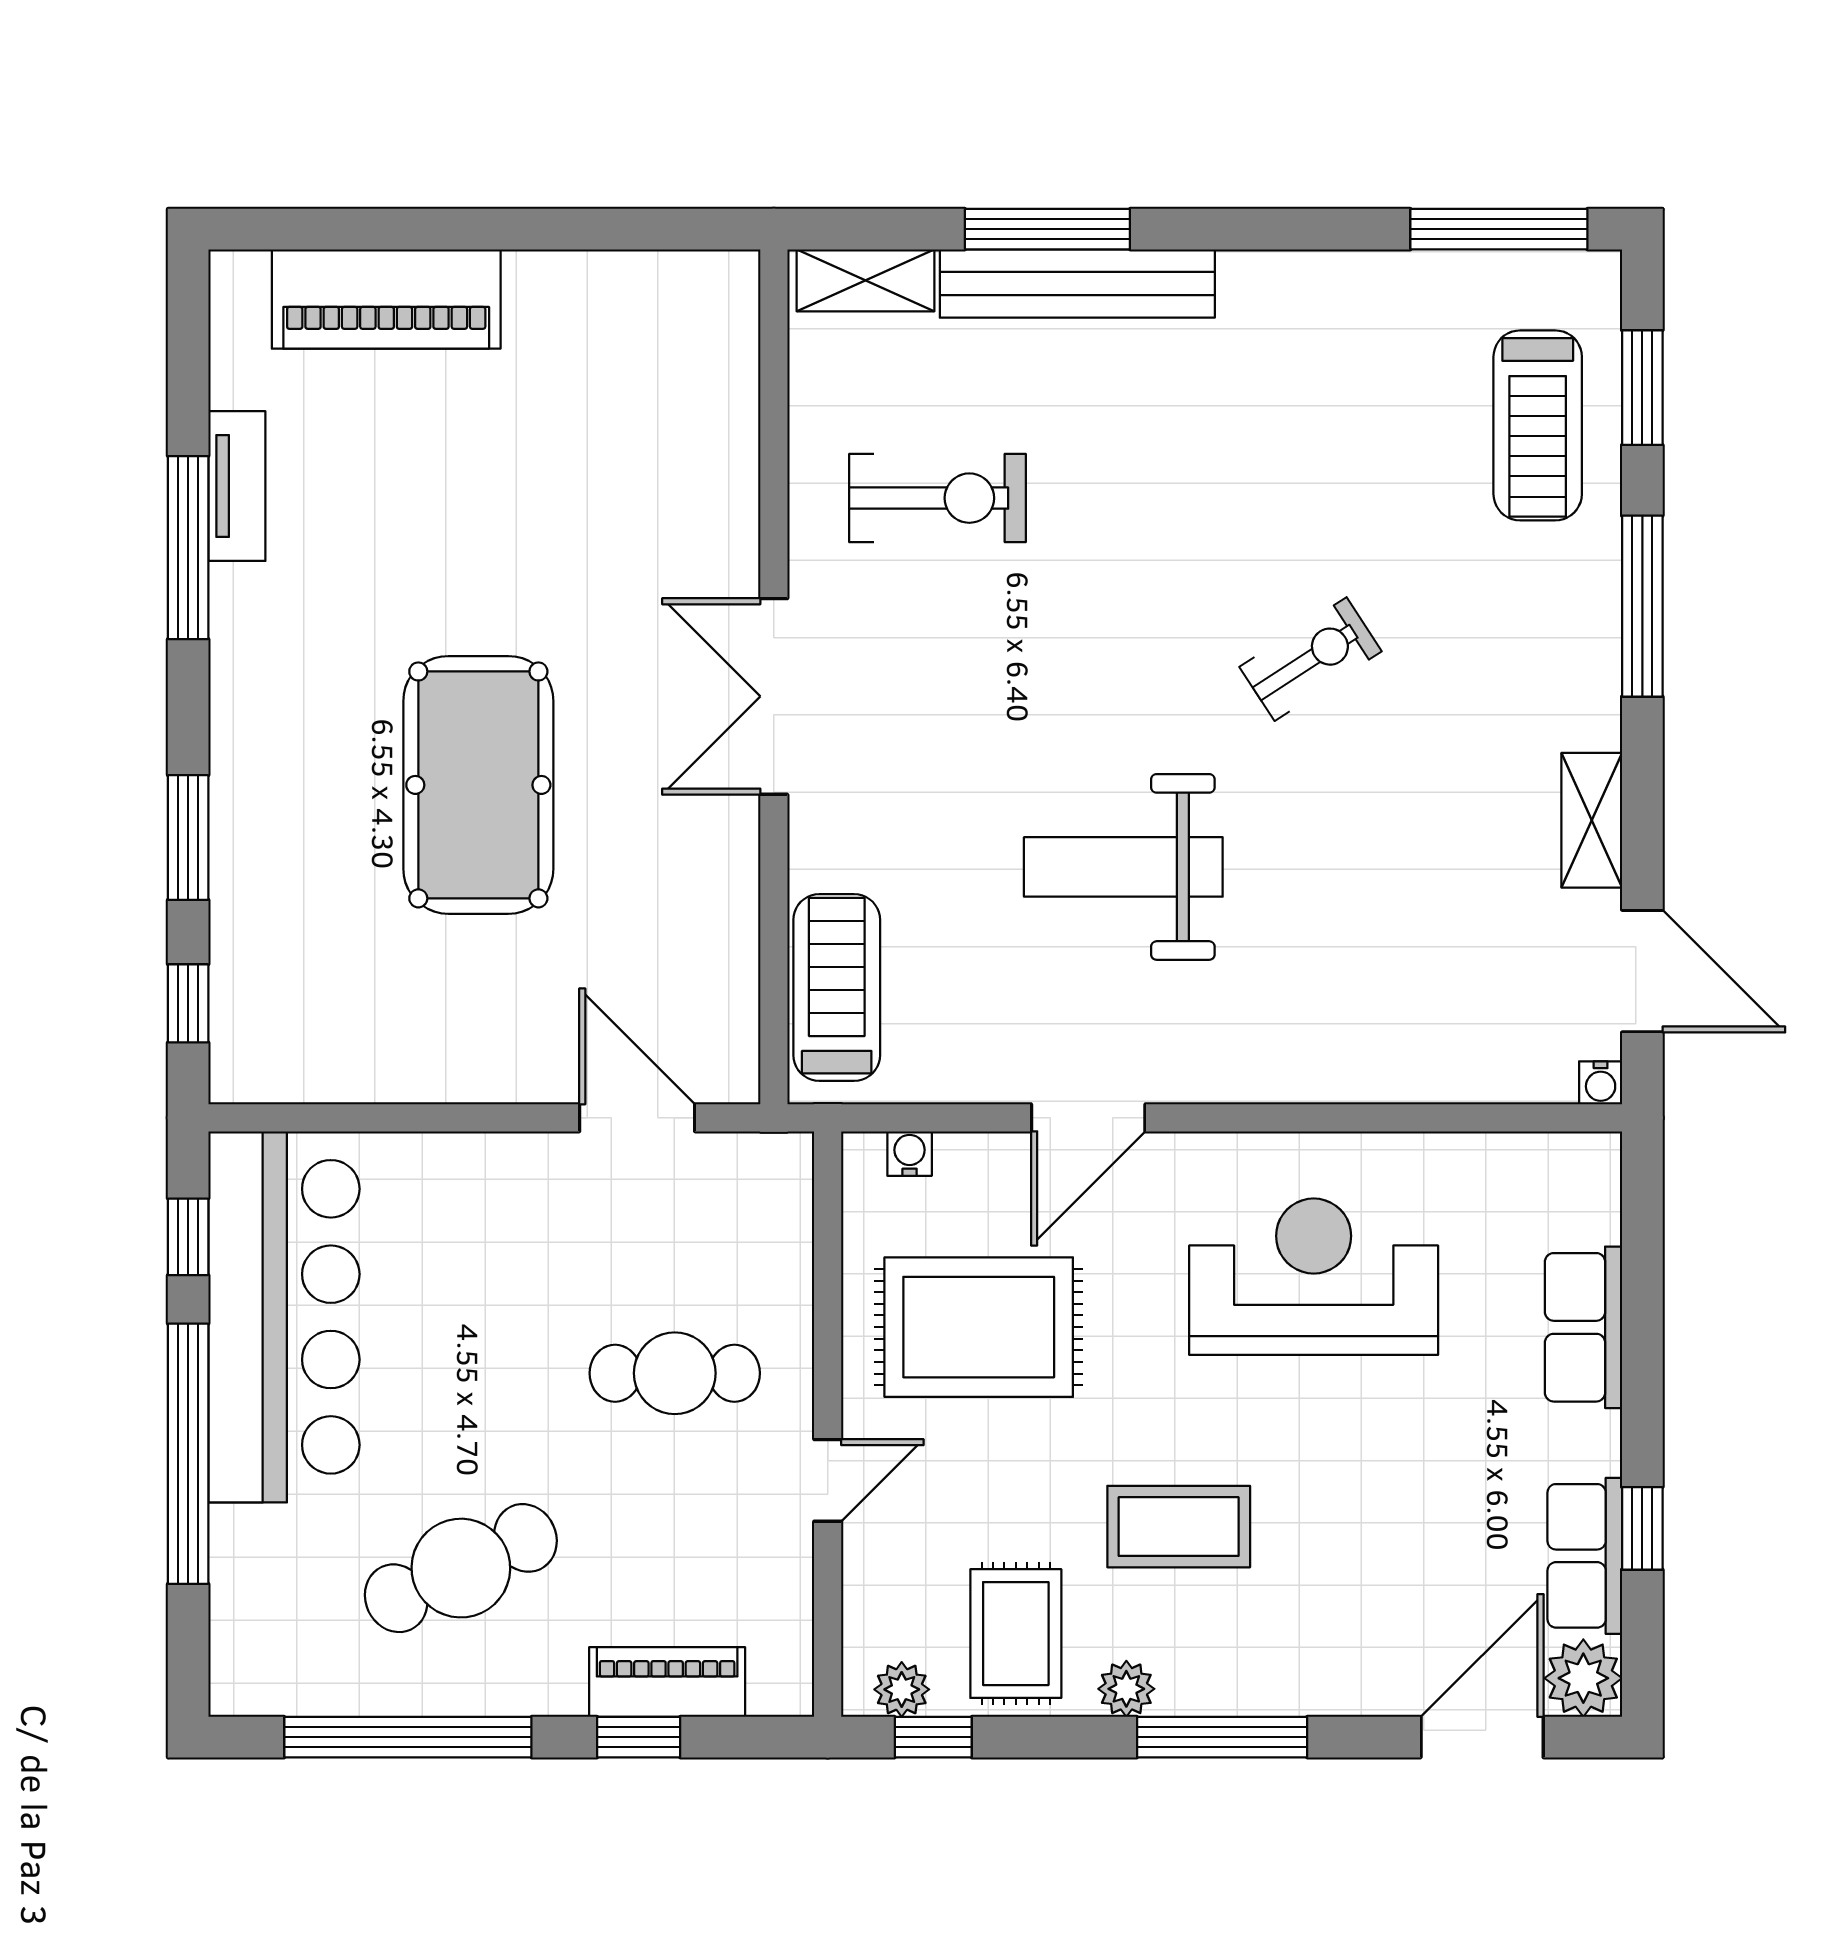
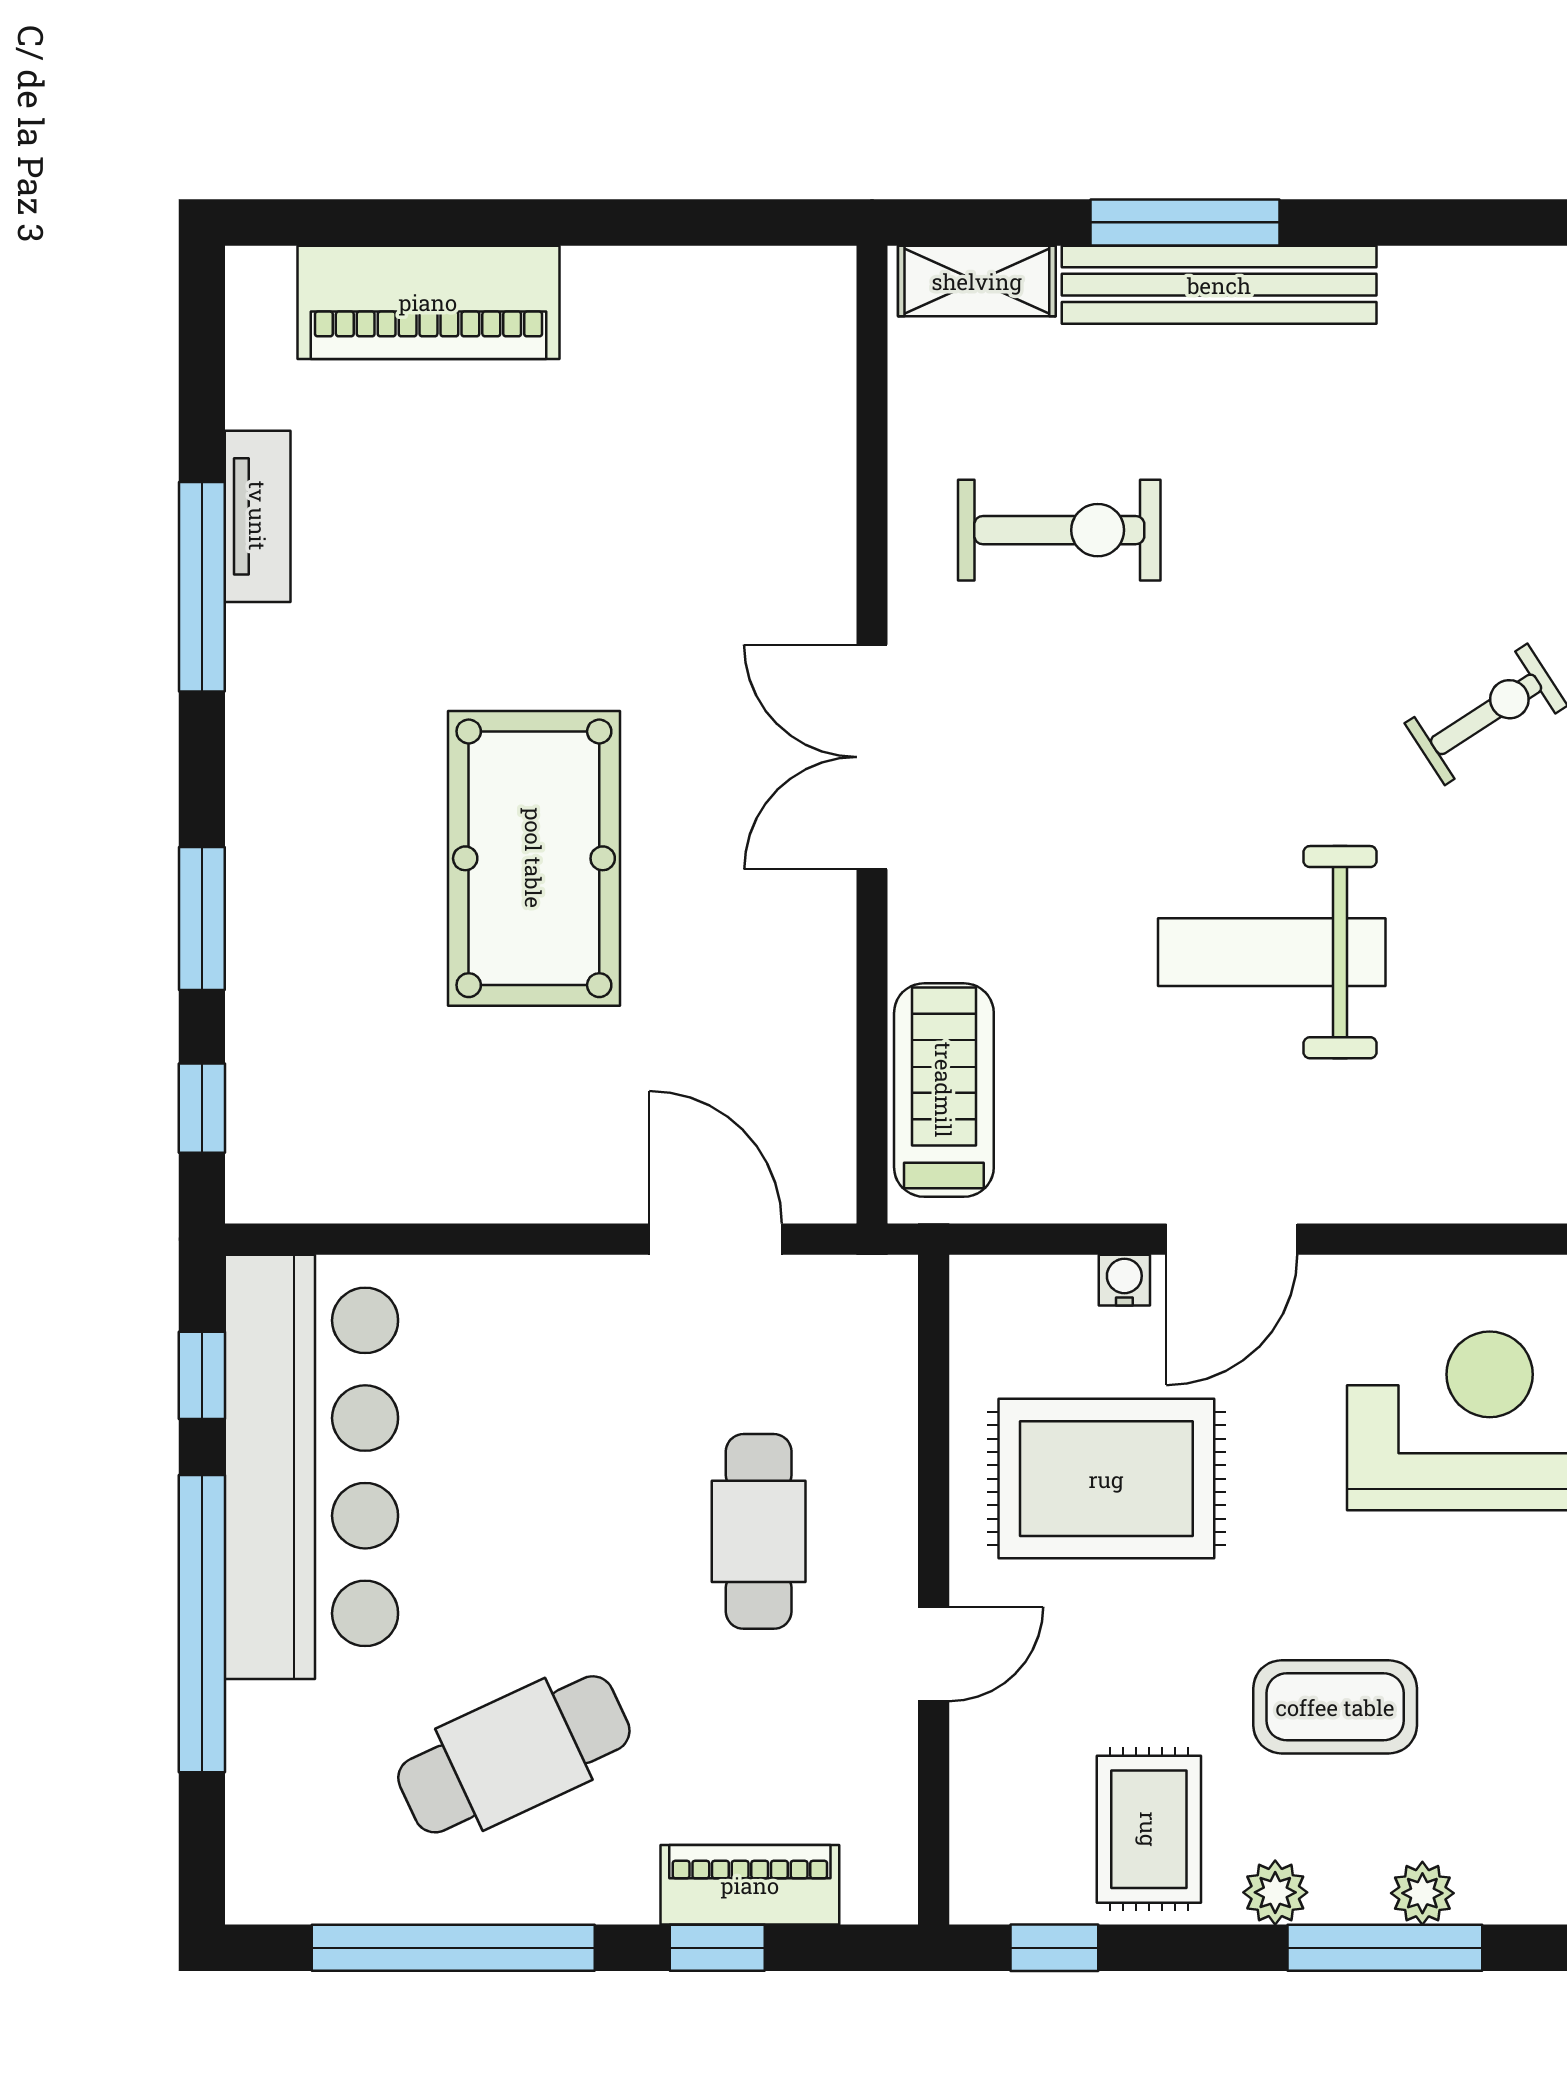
water cooler: (910, 1154) -> (1124, 1280), moved
cafe table: (675, 1373) -> (759, 1531), turned 90
plant: (902, 1689) -> (1422, 1893), moved

